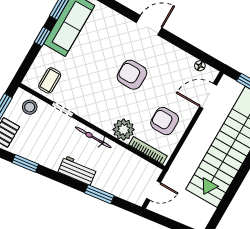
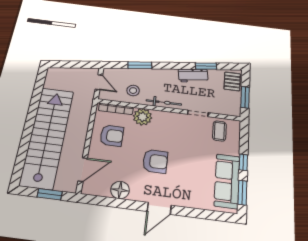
floor lamp: (200, 66) -> (120, 190), moved, width x1.89, depth x1.89
stool: (30, 107) -> (133, 91), moved
workbench: (77, 170) -> (193, 76), moved
door: (154, 191) -> (99, 82), swing flipped

